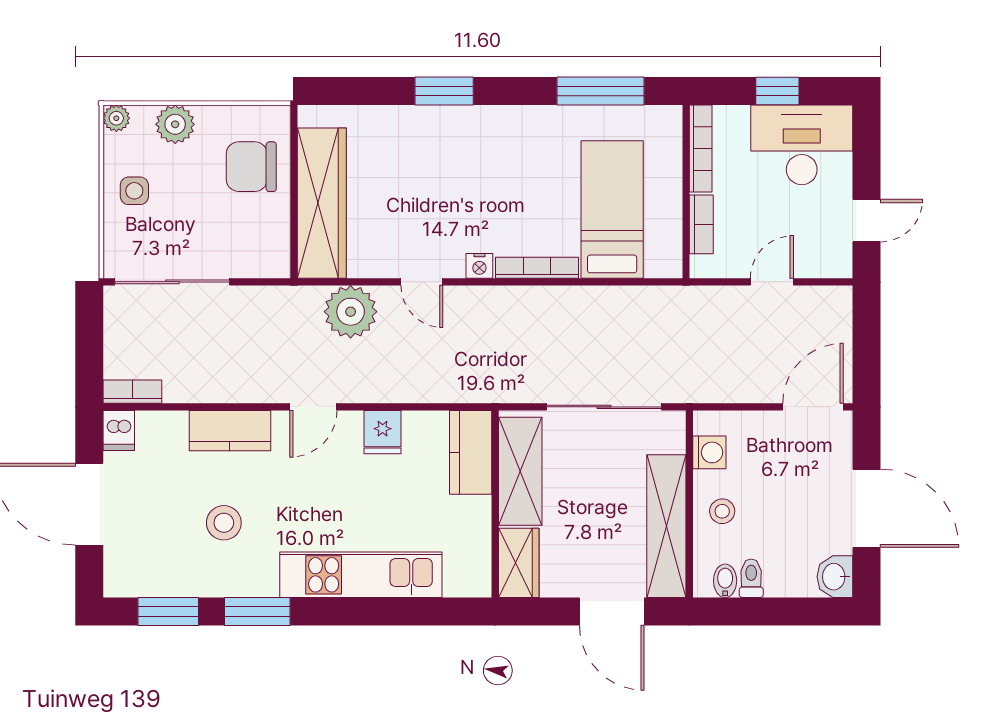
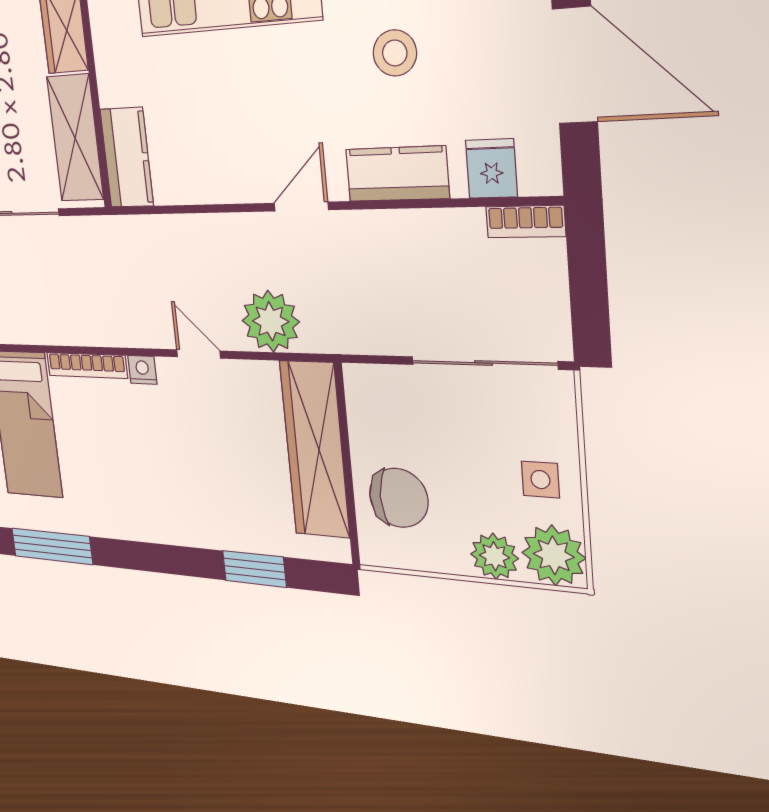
window: (444, 91) -> (254, 569), moved
plant: (116, 118) -> (554, 555), width x1.88, depth x1.88
dishwasher: (119, 430) -> (541, 169), removed
fridge: (383, 432) -> (491, 169), moved

